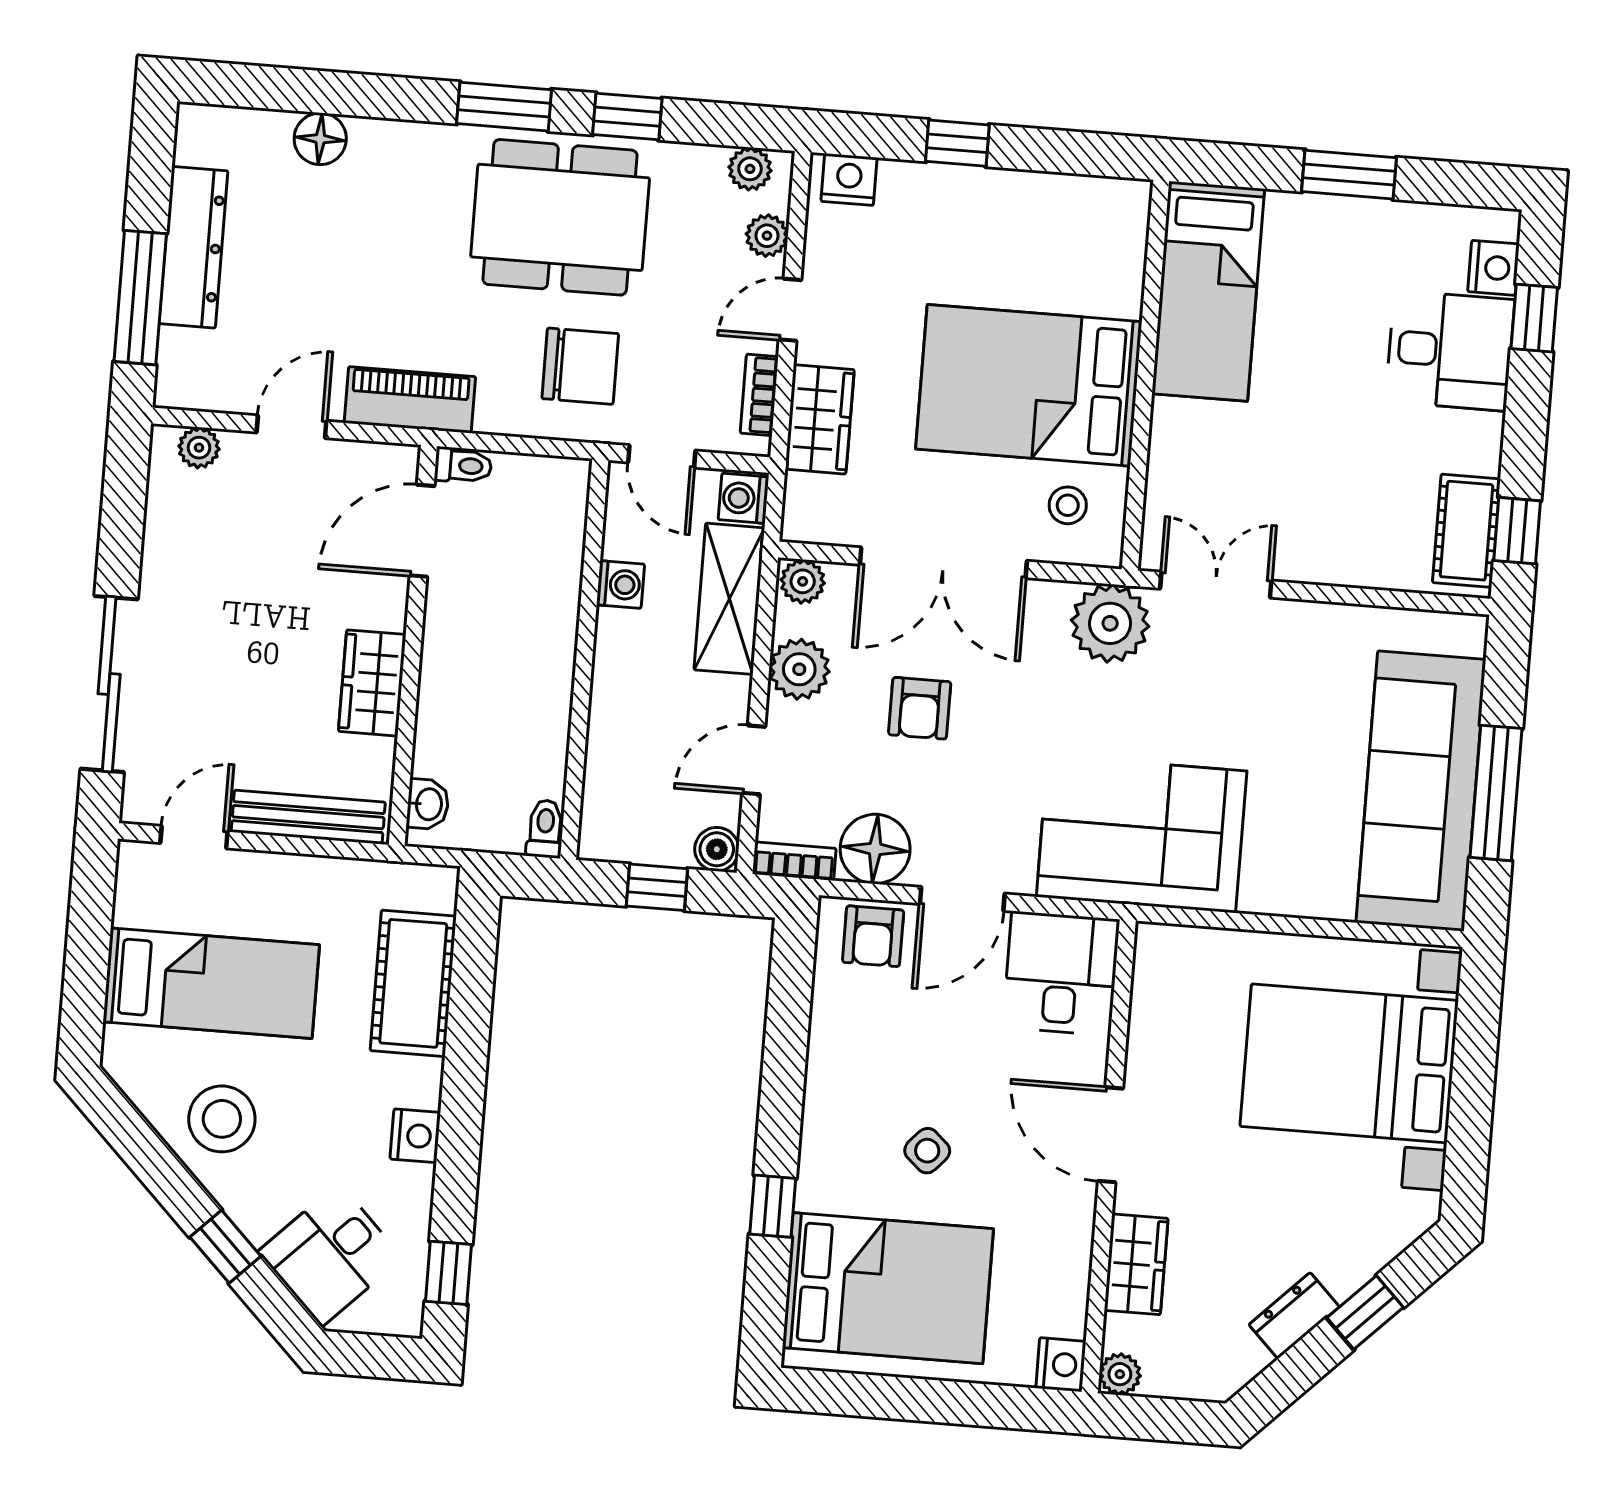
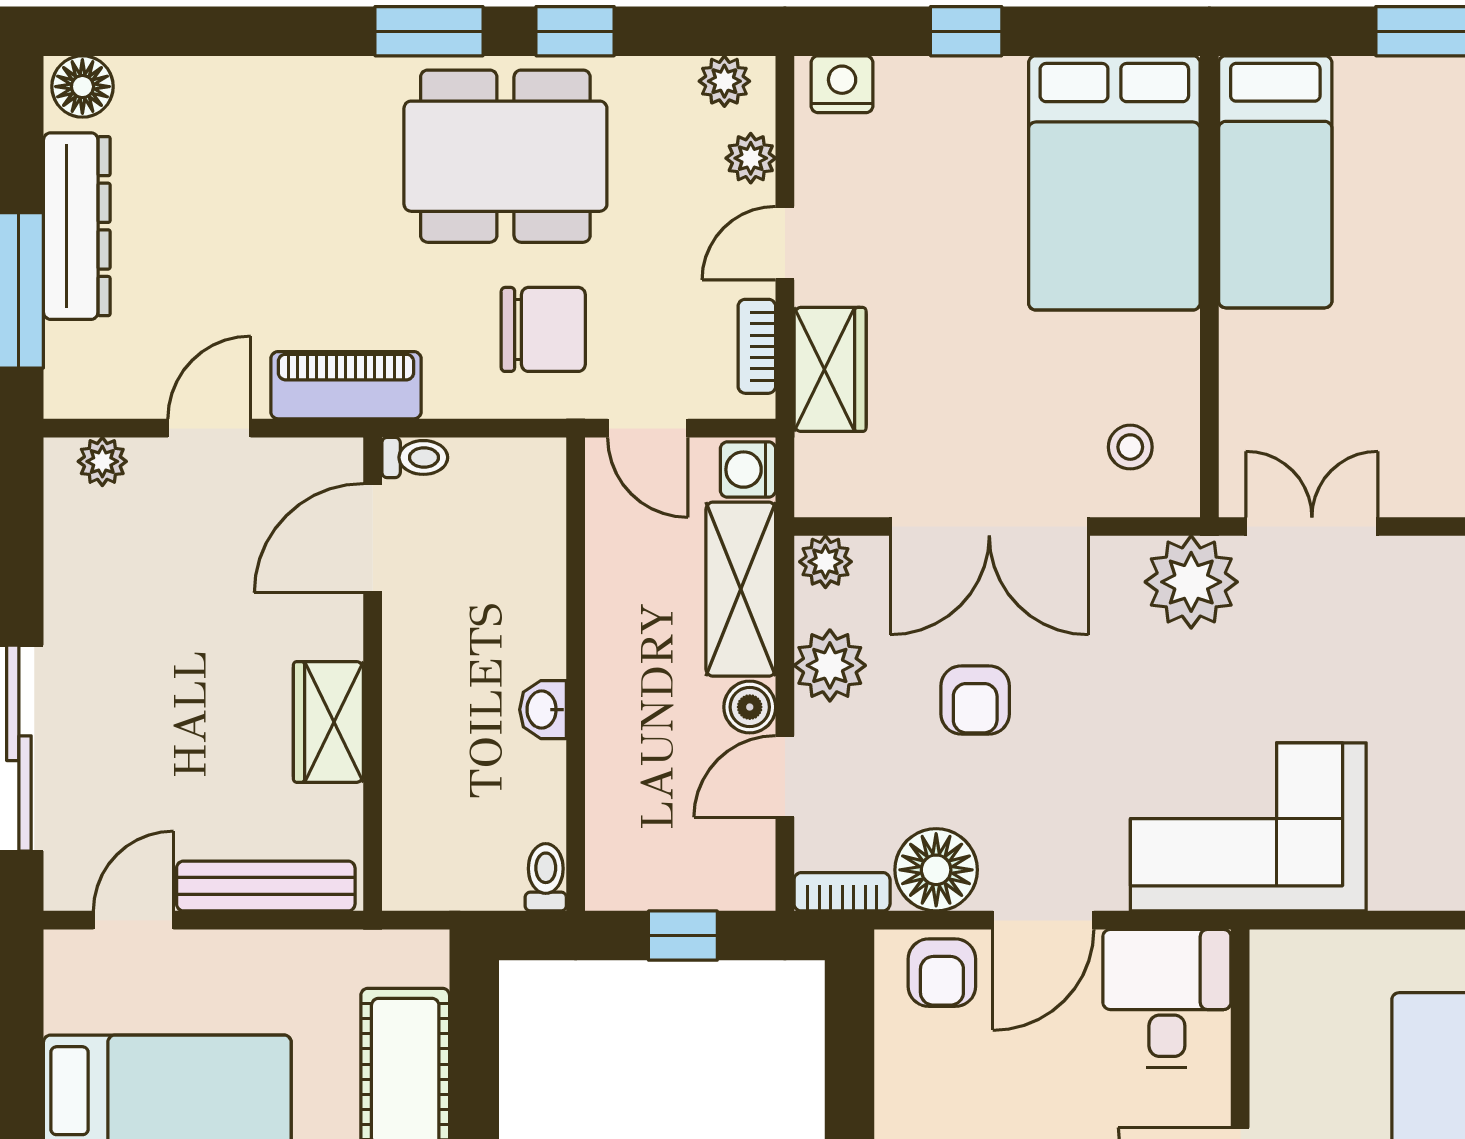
floor lamp: (320, 139) -> (82, 87), moved
bed: (1029, 385) -> (1114, 183), moved, turned -90
washing machine: (620, 584) -> (611, 583), removed
washbasin: (428, 804) -> (543, 710), moved, turned 180
boiler: (717, 849) -> (750, 707), moved

